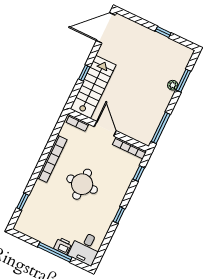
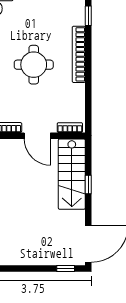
window: (163, 32) -> (66, 269), moved
bookcase: (52, 159) -> (79, 54), moved

